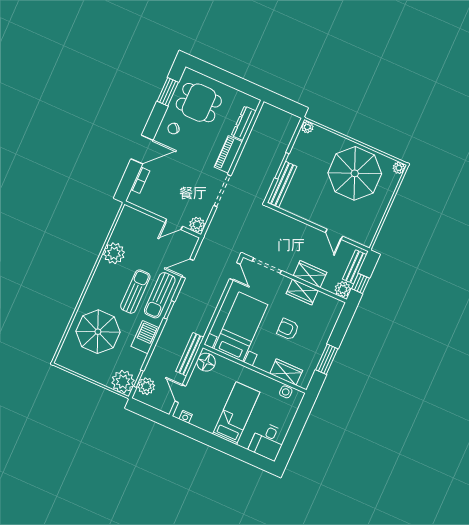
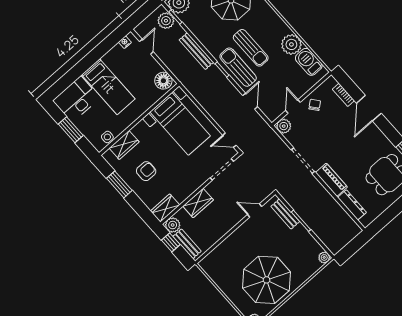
chair: (173, 129) -> (315, 105), moved
bench: (282, 184) -> (285, 214), width x0.73
door: (334, 234) -> (255, 210), moved
wardrobe: (302, 292) -> (165, 208), moved
armchair: (288, 329) -> (146, 171), moved
barbecue: (145, 337) -> (309, 62), moved, turned 180
bench: (190, 354) -> (196, 51), moved
door: (180, 394) -> (146, 47), hinge flipped
window: (295, 431) -> (71, 130), added
desk: (268, 441) -> (76, 99), width x1.37

